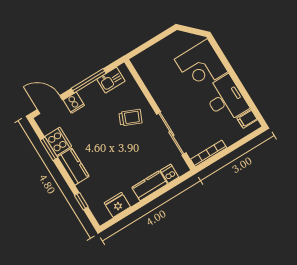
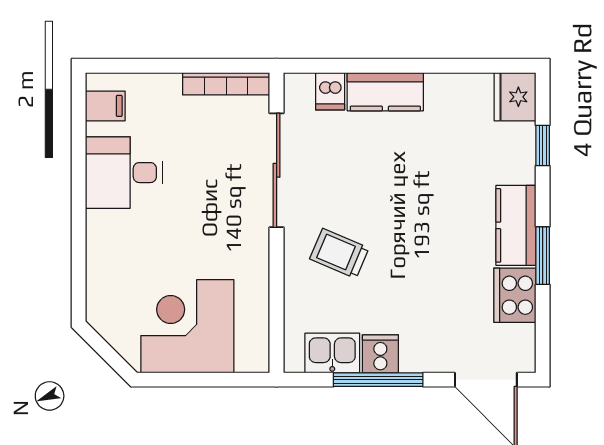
corner desk: (201, 65) -> (187, 326), moved, turned -90
desk: (226, 99) -> (124, 173), width x0.73
cooker: (74, 103) -> (380, 354), moved
window: (49, 149) -> (543, 256), moved
fridge: (117, 205) -> (515, 97), moved, turned 90

